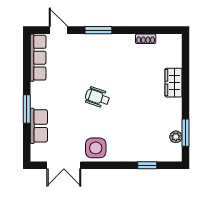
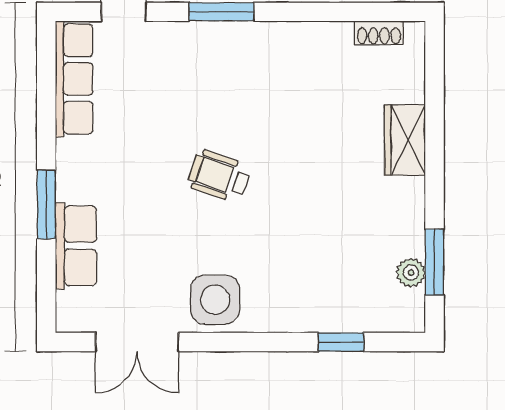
shoe rack: (146, 39) -> (379, 33), moved

